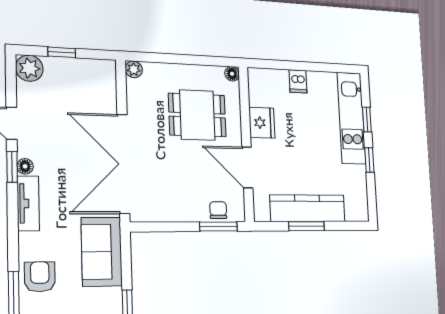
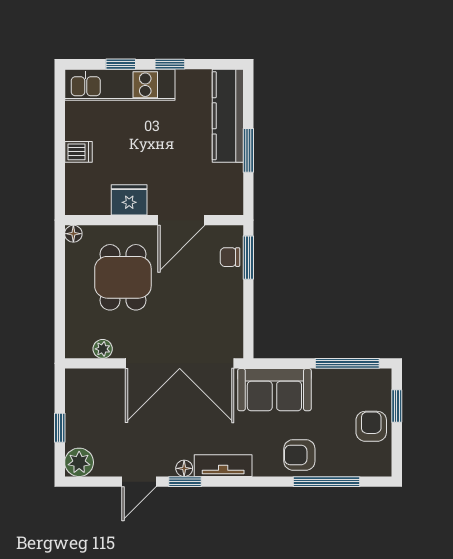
plant: (134, 69) -> (103, 349), moved
kitchen counter: (308, 208) -> (228, 116), moved

